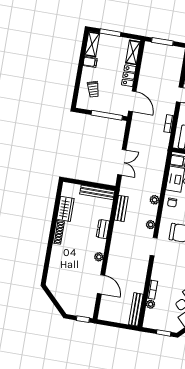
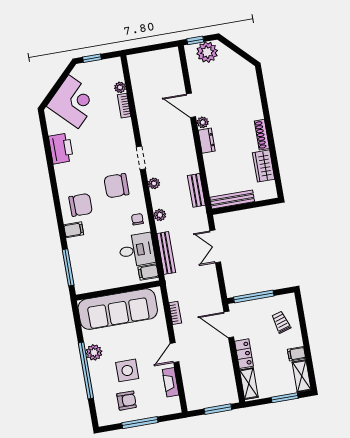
dresser: (103, 229) -> (207, 141), moved
door: (101, 284) -> (191, 105), moved
plant: (77, 307) -> (207, 52), added
bench: (136, 309) -> (166, 253), moved

